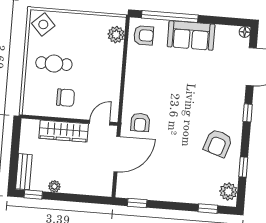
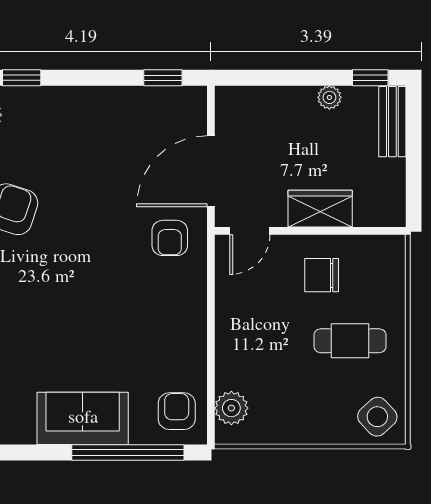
armchair: (144, 35) -> (177, 411), turned 90
armchair: (140, 122) -> (170, 238), turned 180
wardrobe: (64, 131) -> (320, 209), width x0.67

